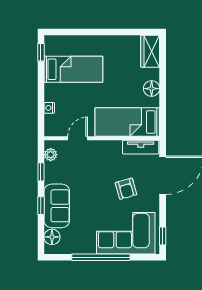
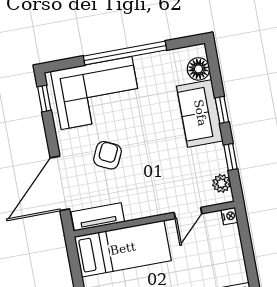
nightstand: (49, 108) -> (229, 216), moved
armchair: (126, 189) -> (108, 155), turned 42

